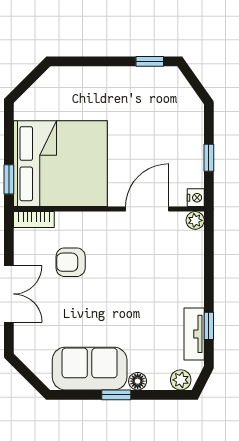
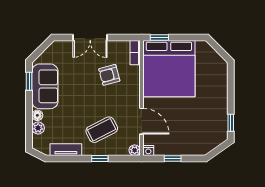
armchair: (71, 262) -> (109, 75), turned -105
coffee table: (161, 275) -> (102, 130), added
window: (209, 326) -> (100, 159), moved
plant: (181, 380) -> (38, 128), moved
window: (116, 395) -> (29, 81), moved

